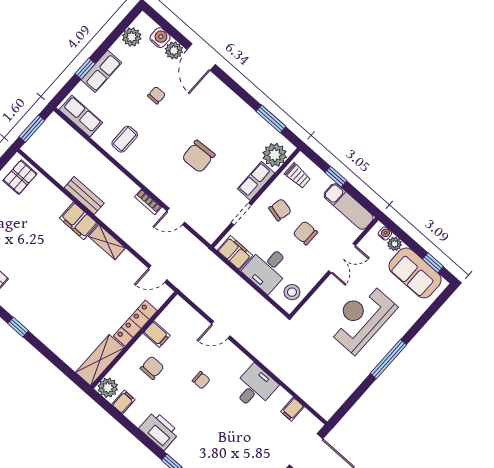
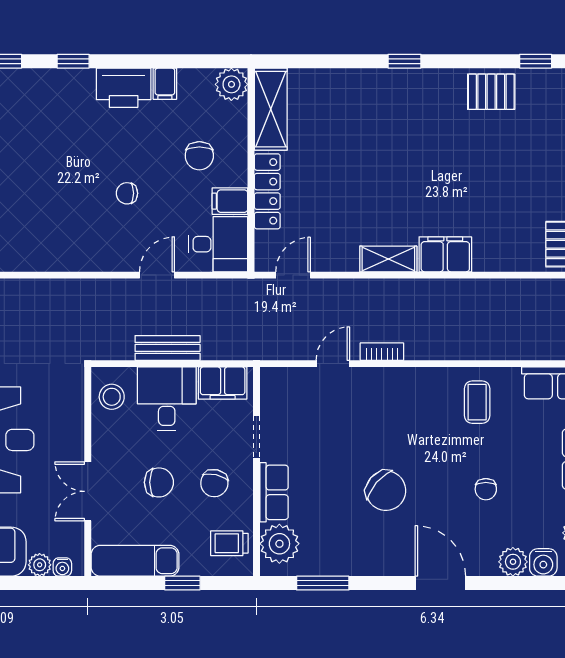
door: (201, 57) -> (440, 583), moved
chair: (199, 156) -> (386, 491), moved, turned 134
bench: (84, 196) -> (168, 348), moved
desk: (255, 387) -> (218, 244), moved, turned -90
filing cabinet: (123, 402) -> (165, 84), moved

